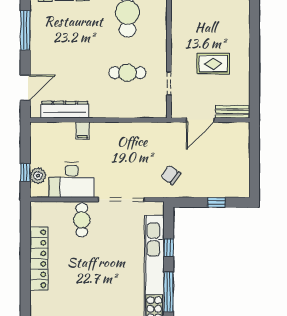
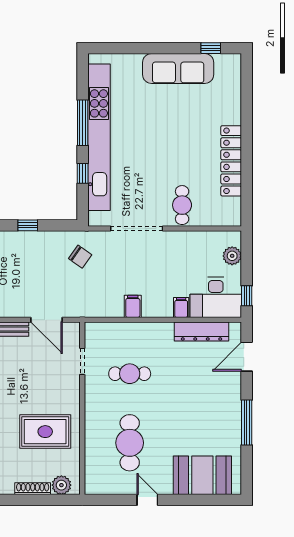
rug: (213, 64) -> (45, 432), moved, width x1.36, depth x1.43
door: (200, 120) -> (47, 320), swing flipped
filing cabinet: (125, 132) -> (133, 306), added
window: (25, 172) -> (247, 296), moved
desk: (72, 180) -> (216, 297), moved, turned 180

